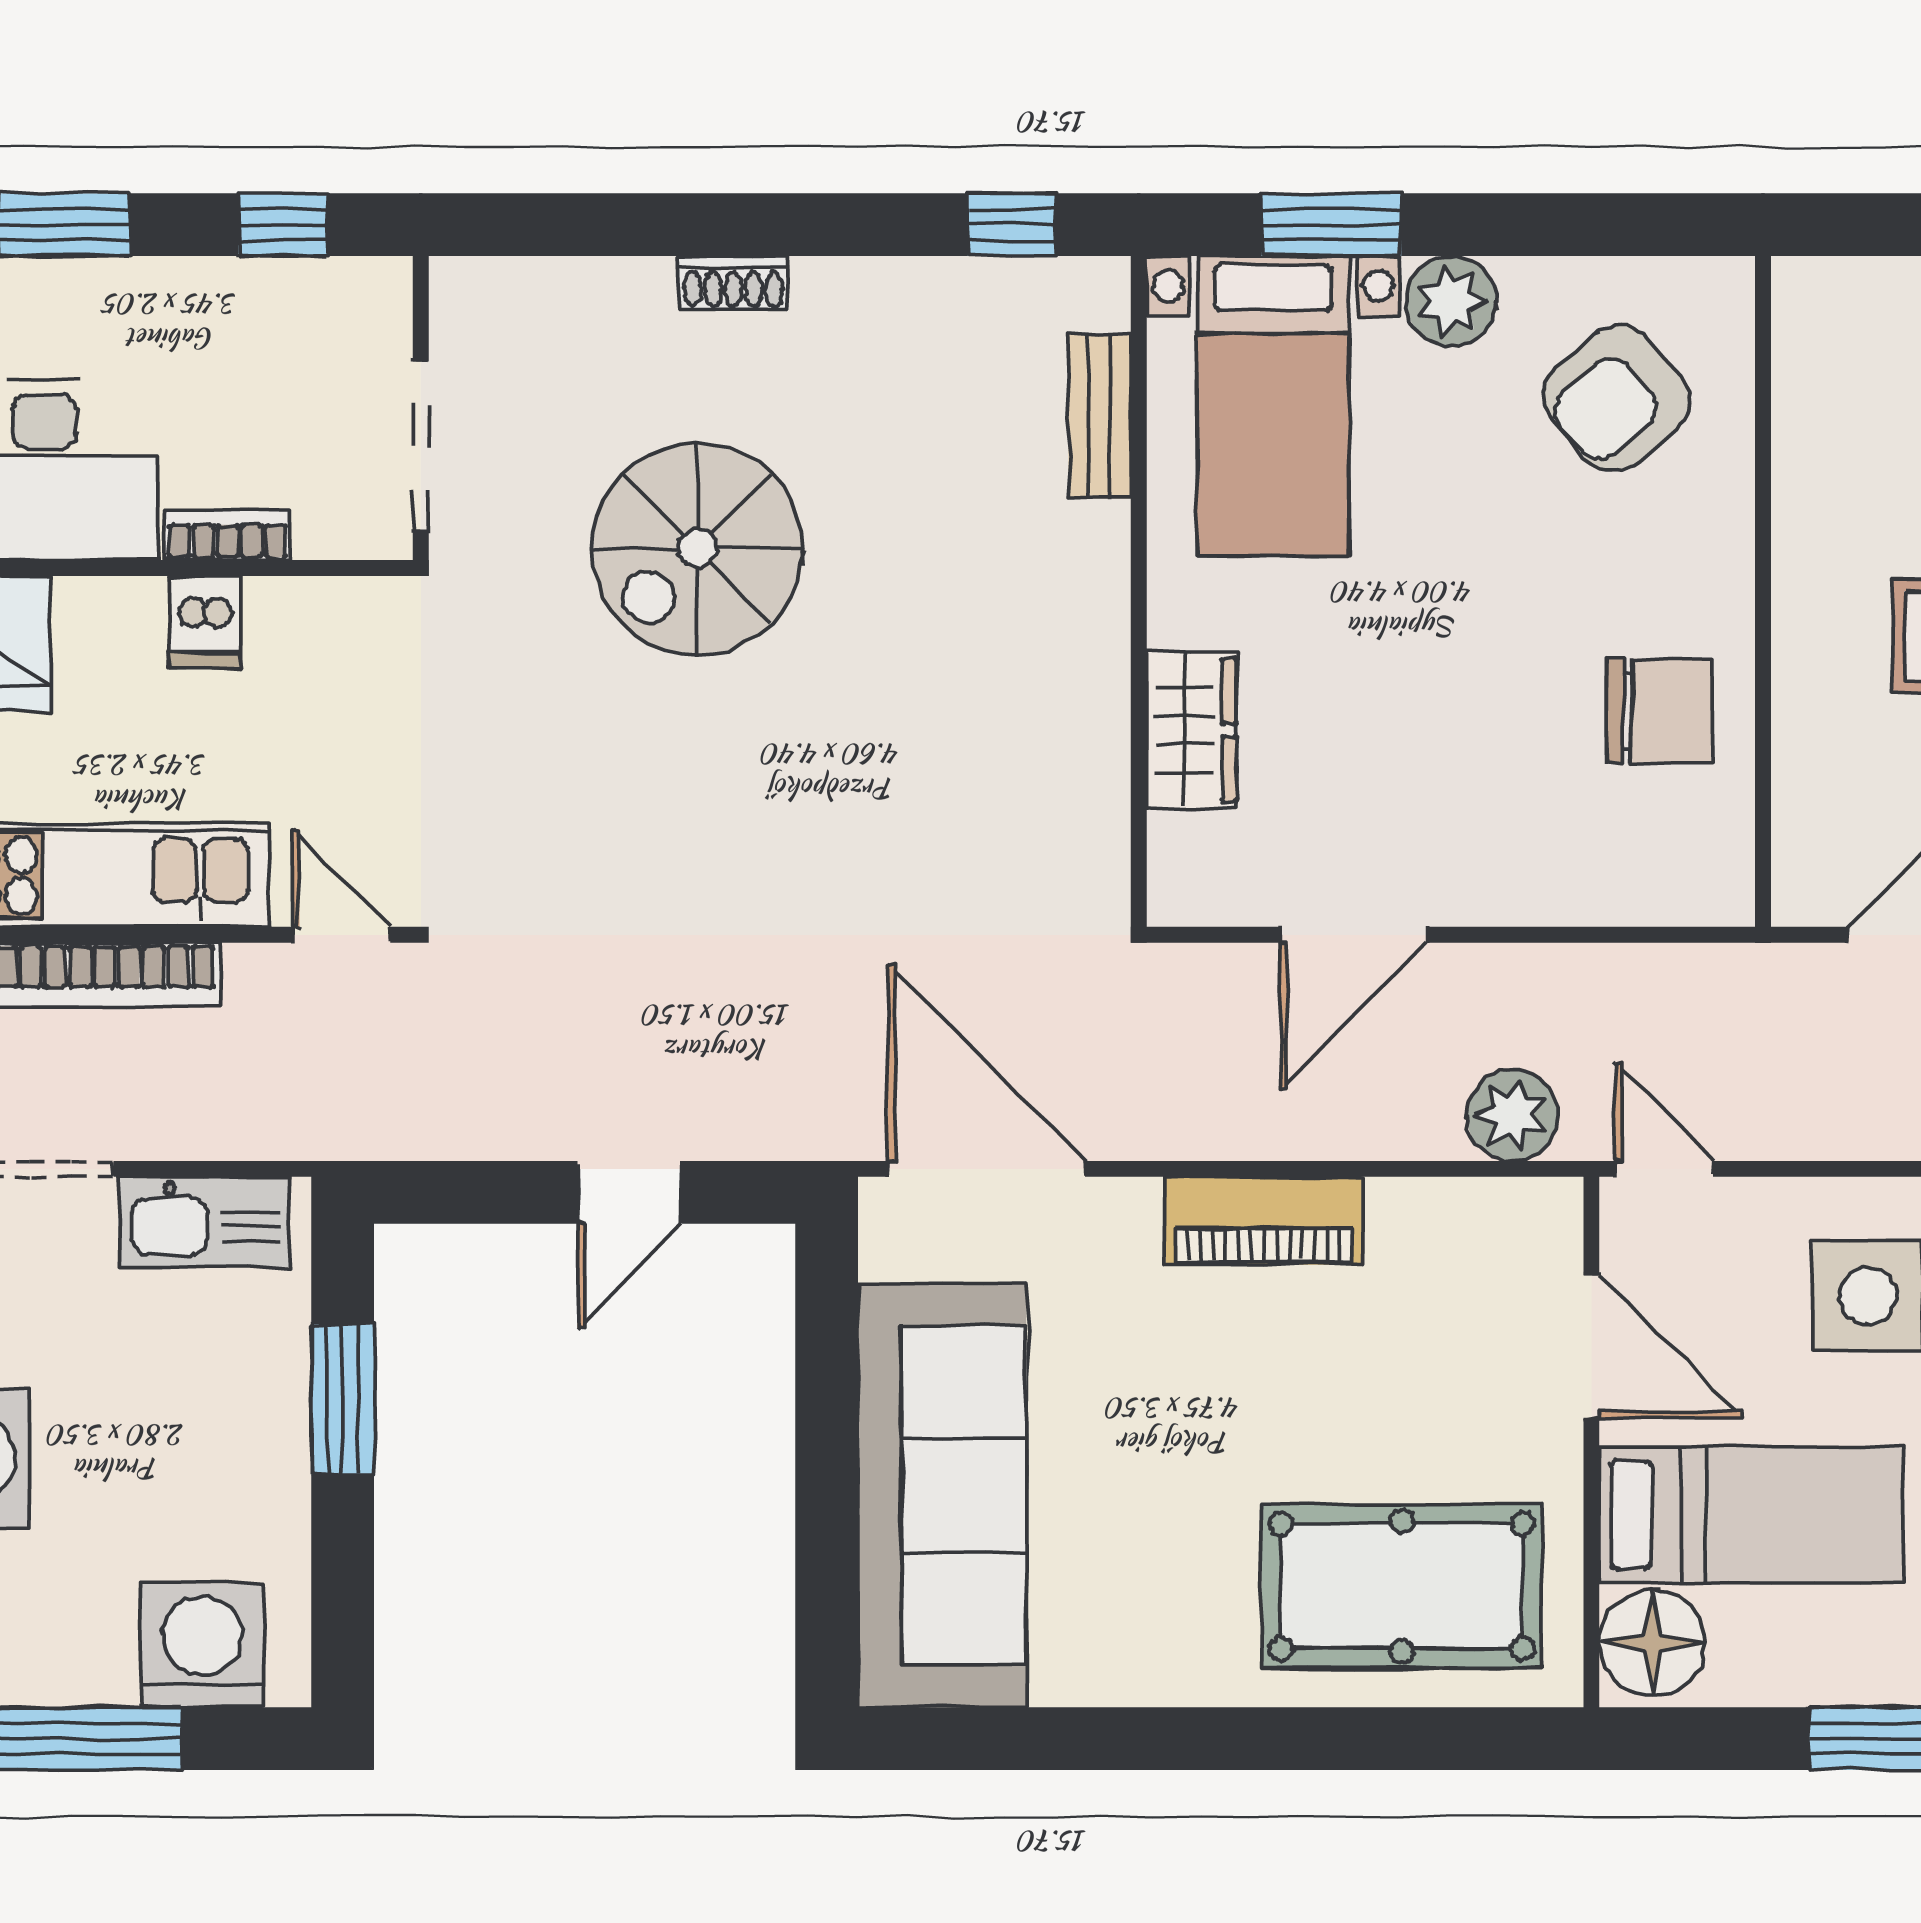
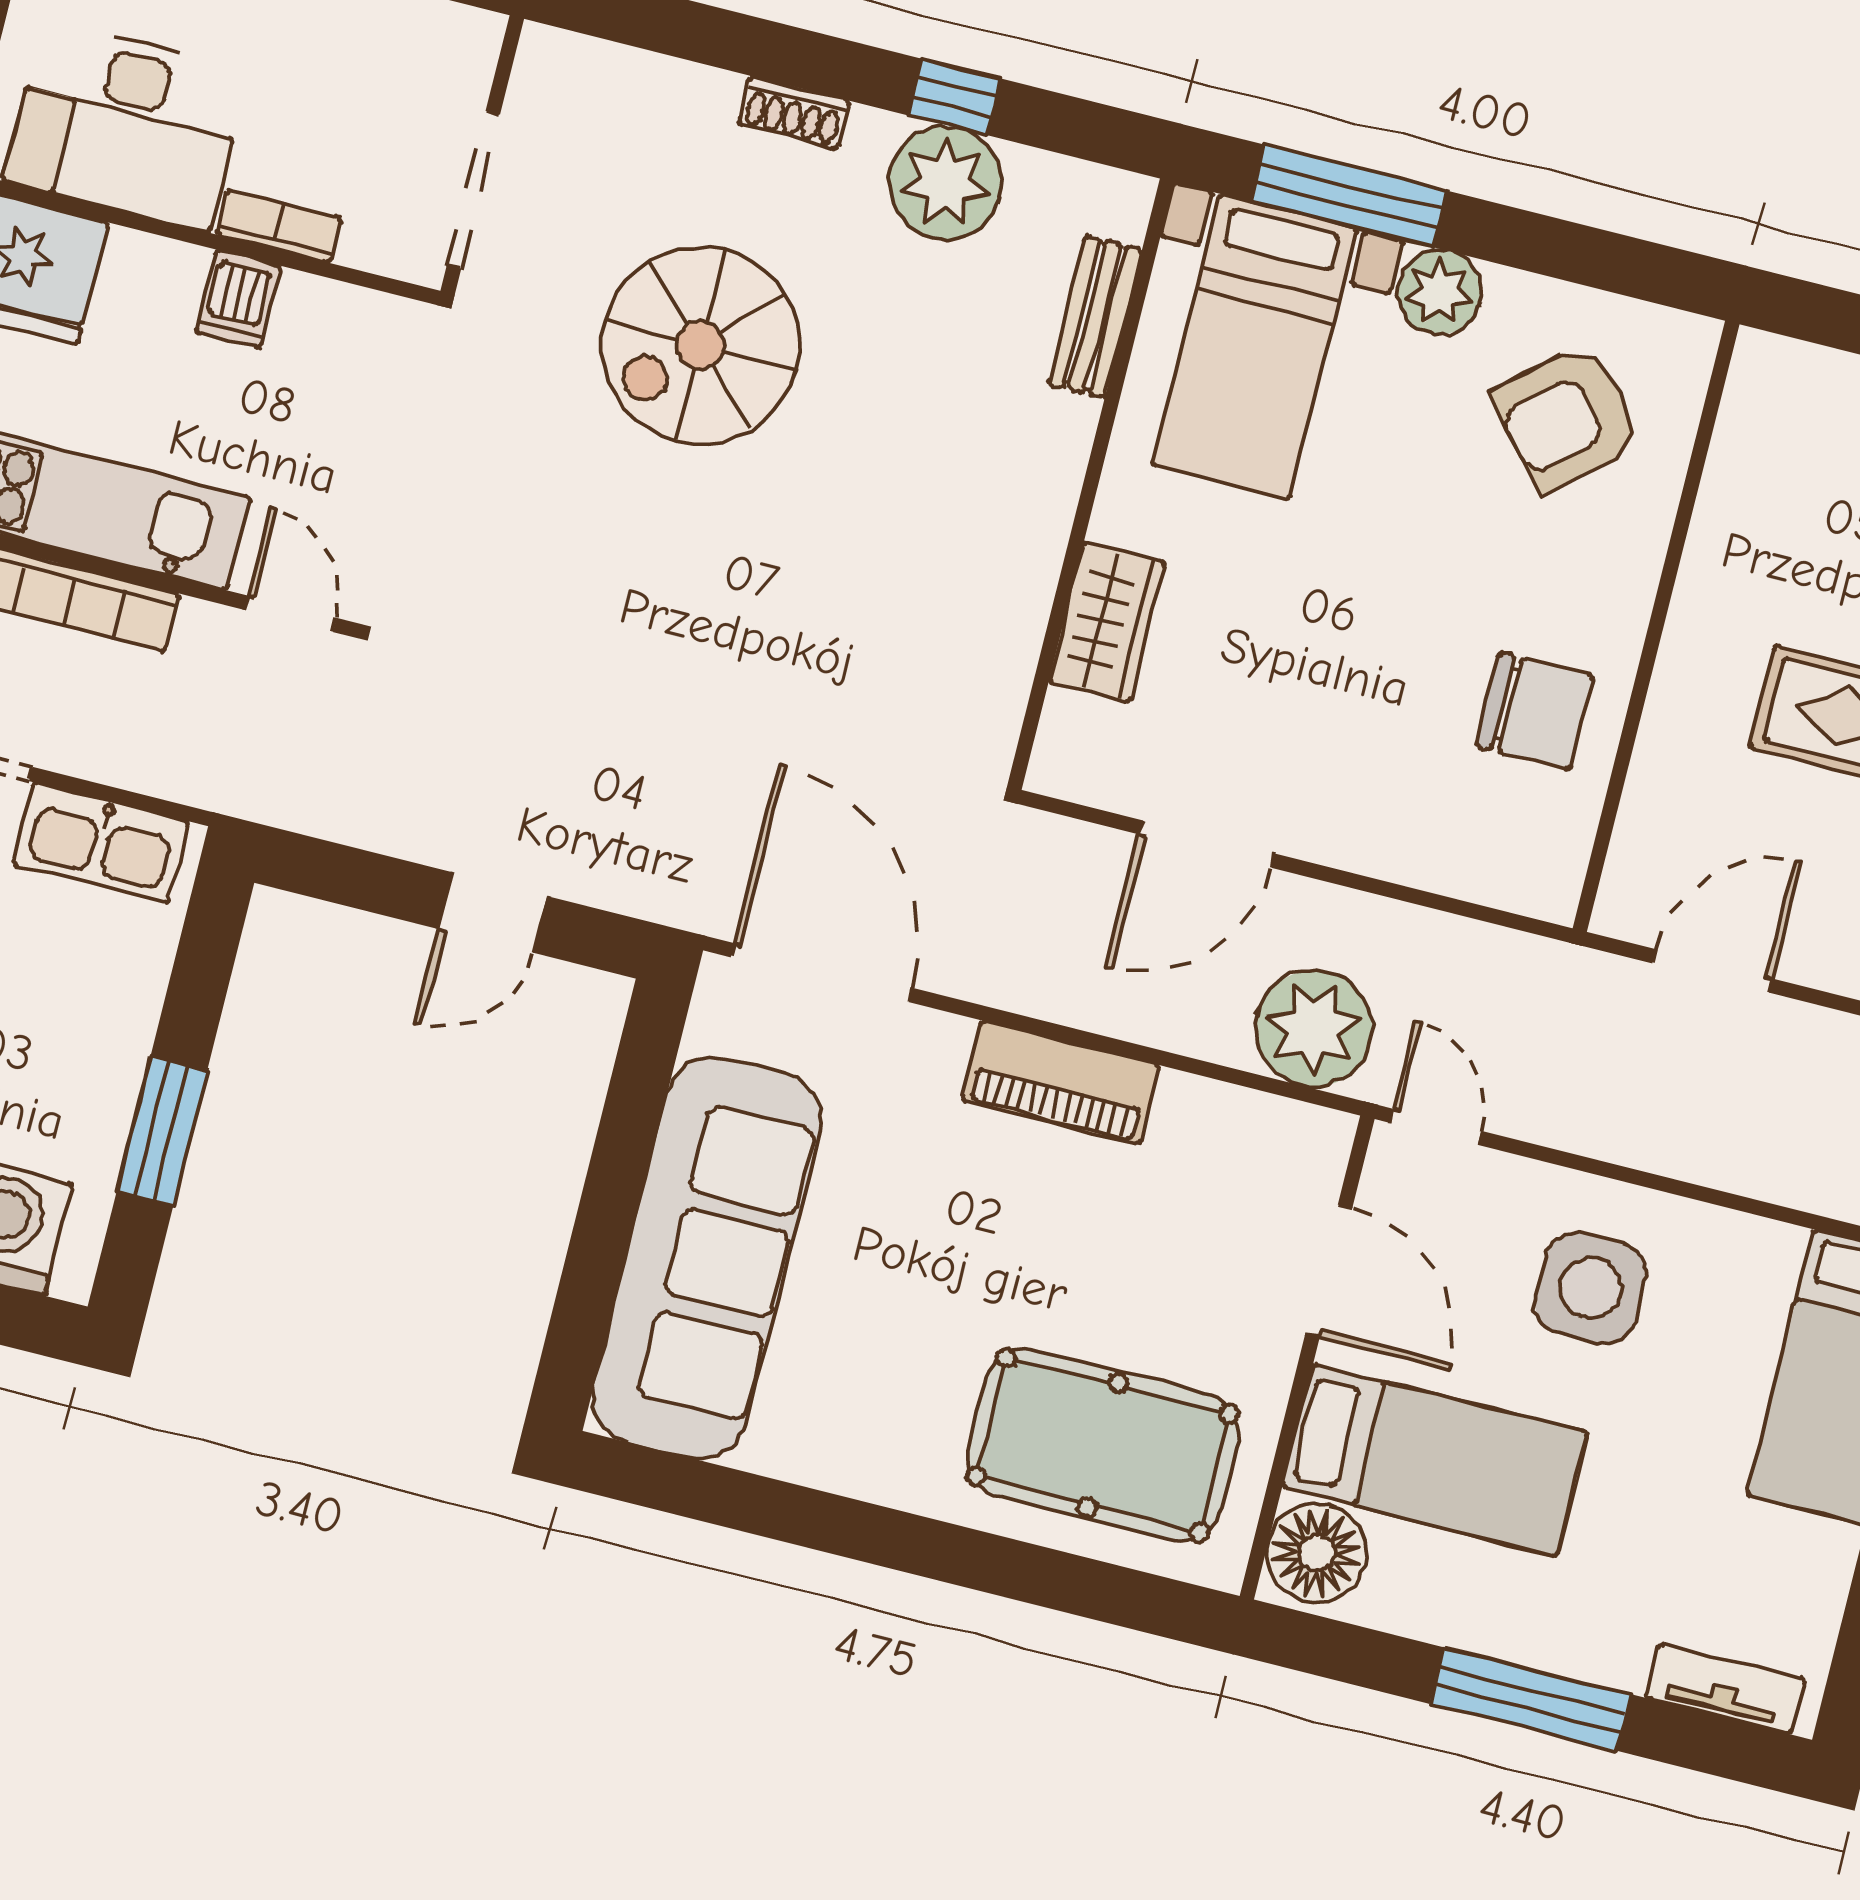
window: (1012, 225) -> (955, 97), moved
window: (1331, 225) -> (1348, 196), width x1.44
plant: (909, 316) -> (945, 183), added
plant: (1512, 1115) -> (1314, 1029), width x1.36, depth x1.36
window: (343, 1399) -> (162, 1131), moved

